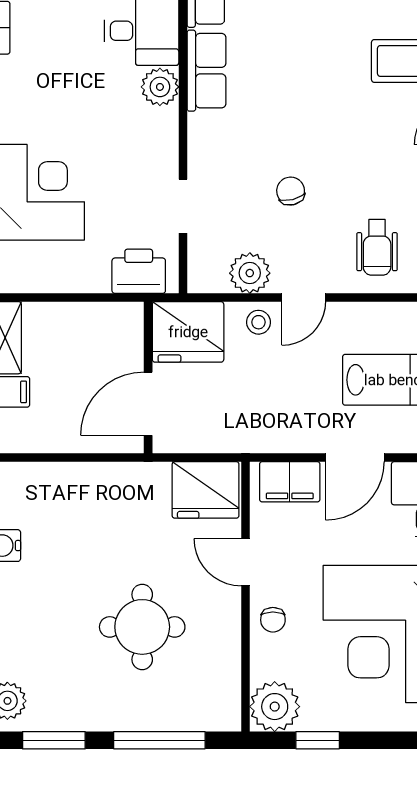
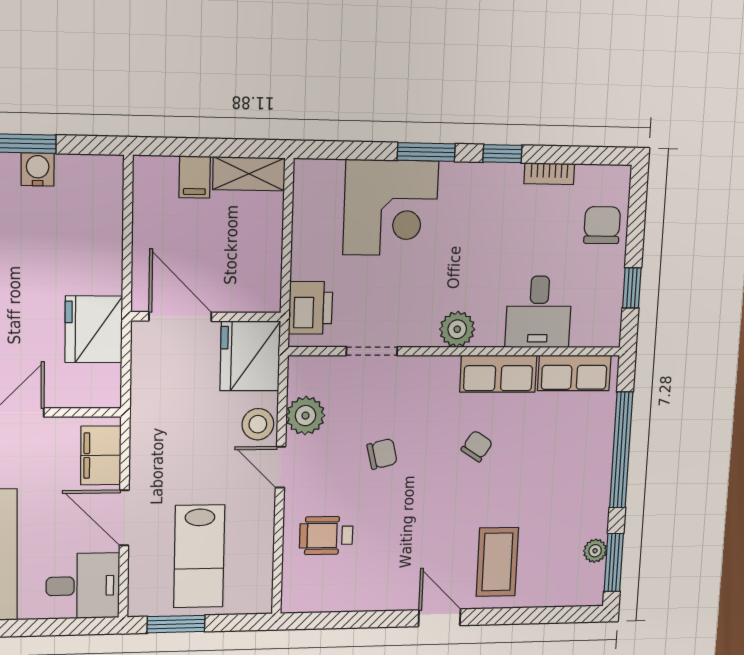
plant: (160, 87) -> (457, 329), moved
chair: (283, 90) -> (477, 446), added
stool: (259, 322) -> (258, 424), width x1.37, depth x1.37
fridge: (206, 490) -> (94, 329), moved

